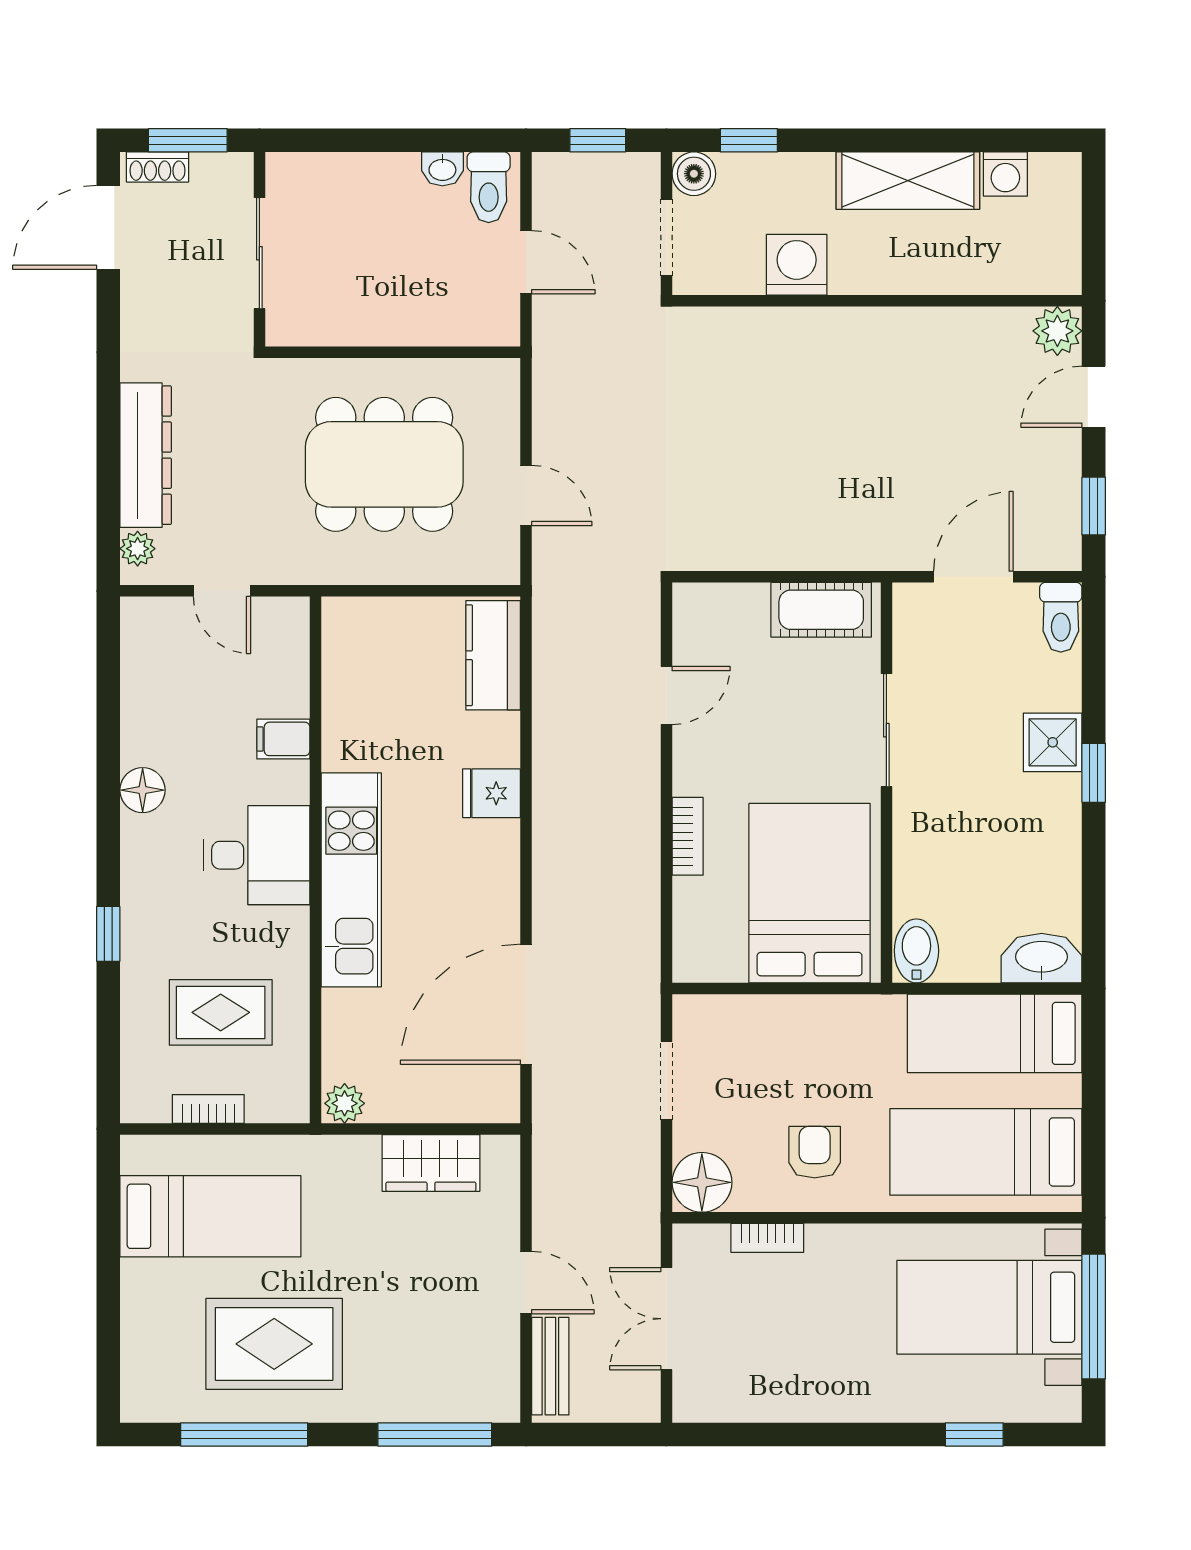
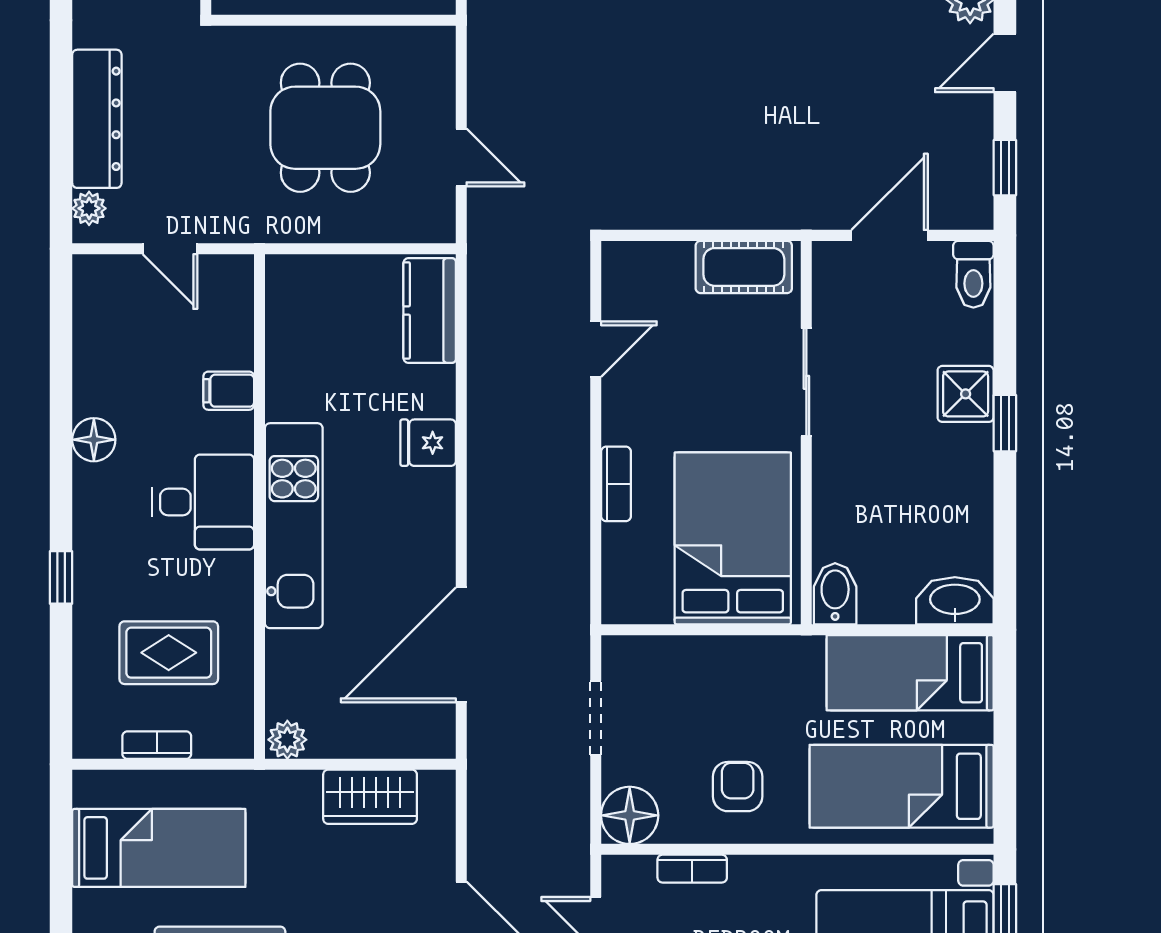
dining table: (384, 464) -> (325, 128), width x0.73

